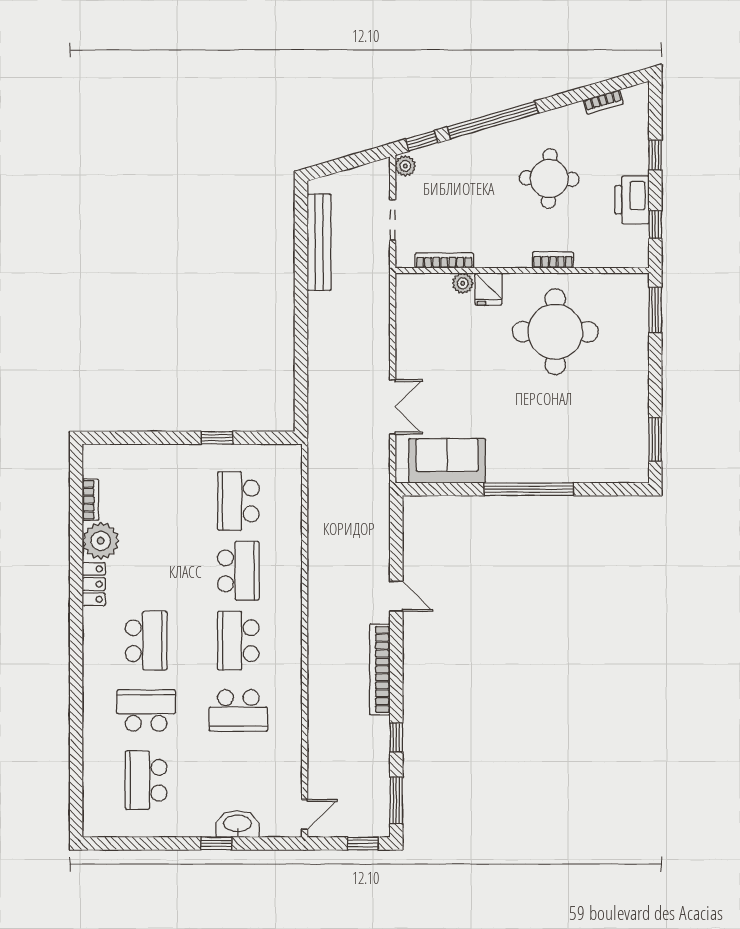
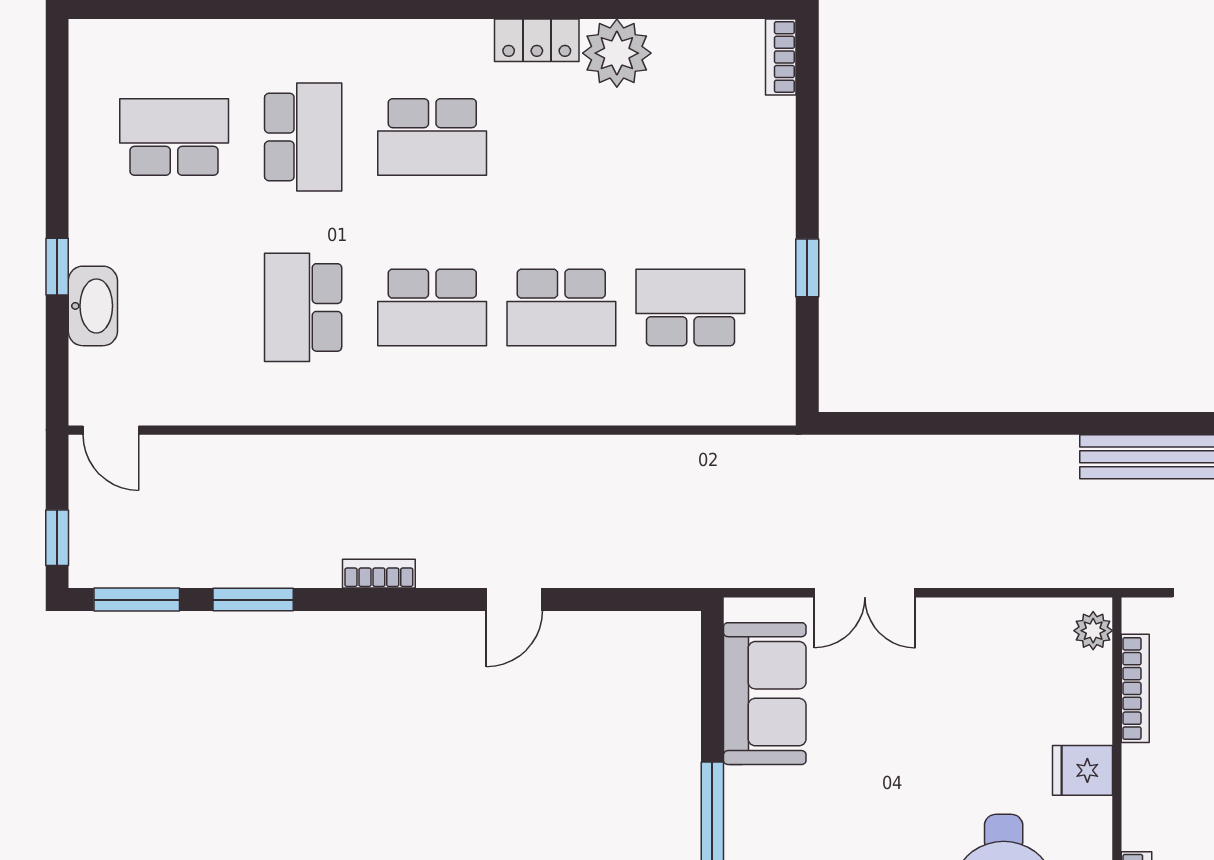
plant: (463, 283) -> (1093, 631), moved
bookcase: (90, 500) -> (781, 57), moved, turned 90
school desk: (238, 641) -> (432, 307), turned 180
bookcase: (380, 670) -> (379, 574), width x0.43, depth x0.76
window: (396, 738) -> (253, 600), width x1.50

